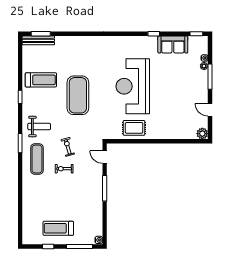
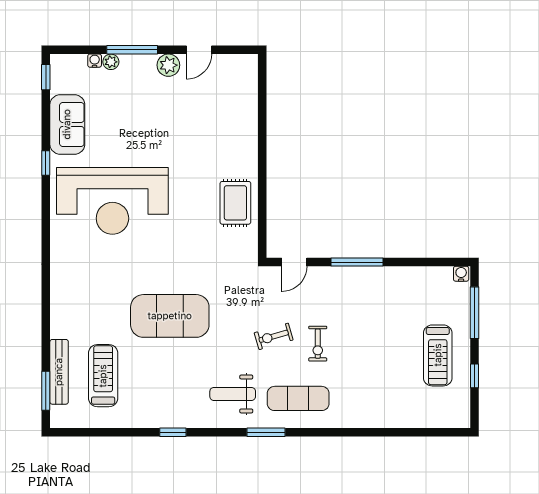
bench: (38, 40) -> (59, 372), moved
treadmill: (41, 80) -> (103, 376), moved
reception desk: (133, 86) -> (112, 201), moved
weight bench: (39, 127) -> (233, 394), turned -90
plant: (202, 134) -> (168, 65), moved

